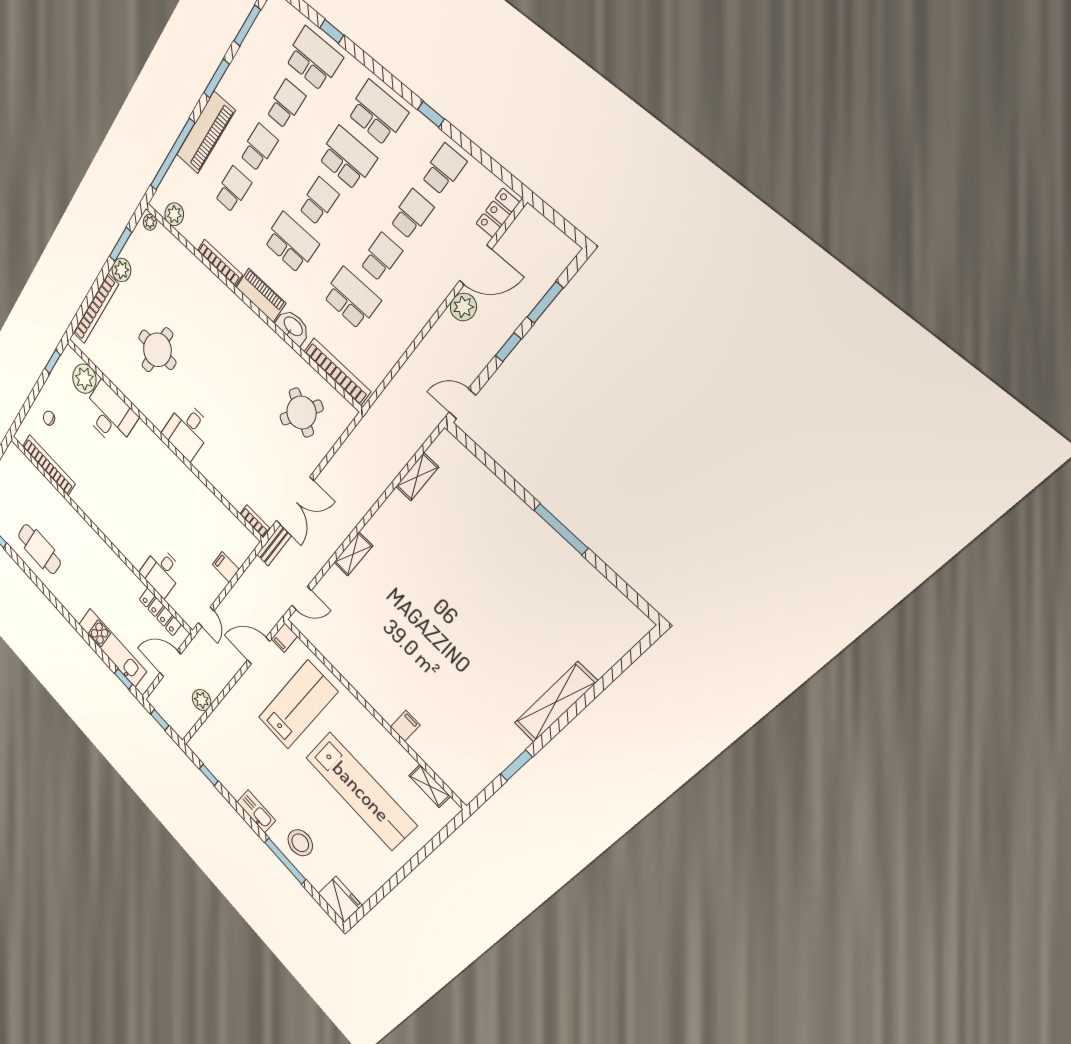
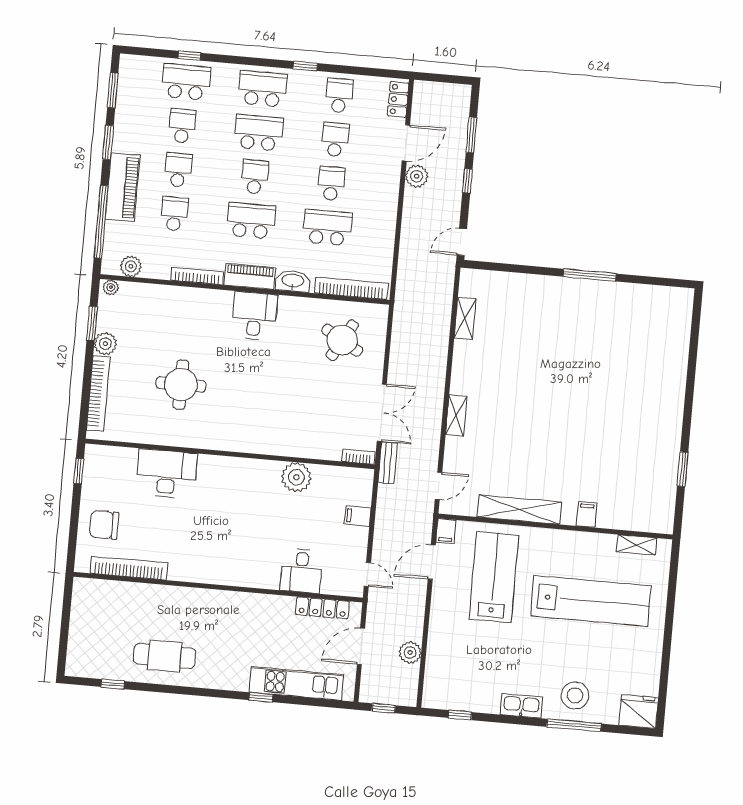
plant: (84, 379) -> (296, 477), moved
chair: (49, 418) -> (104, 525), width x1.87, depth x1.87
desk: (187, 430) -> (254, 316), moved, turned 180
window: (123, 679) -> (261, 697), moved
shelving: (556, 702) -> (519, 510), moved, turned 90

